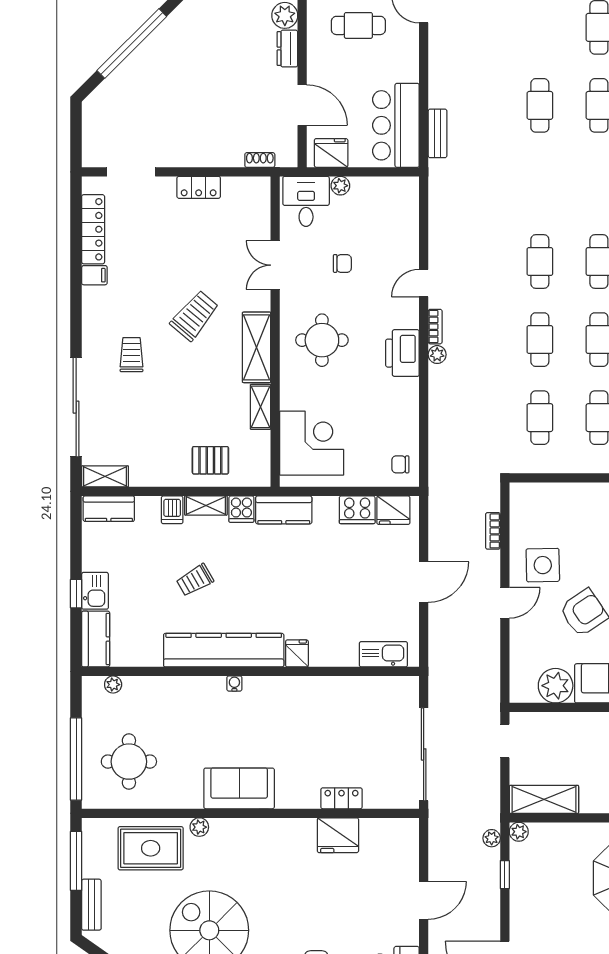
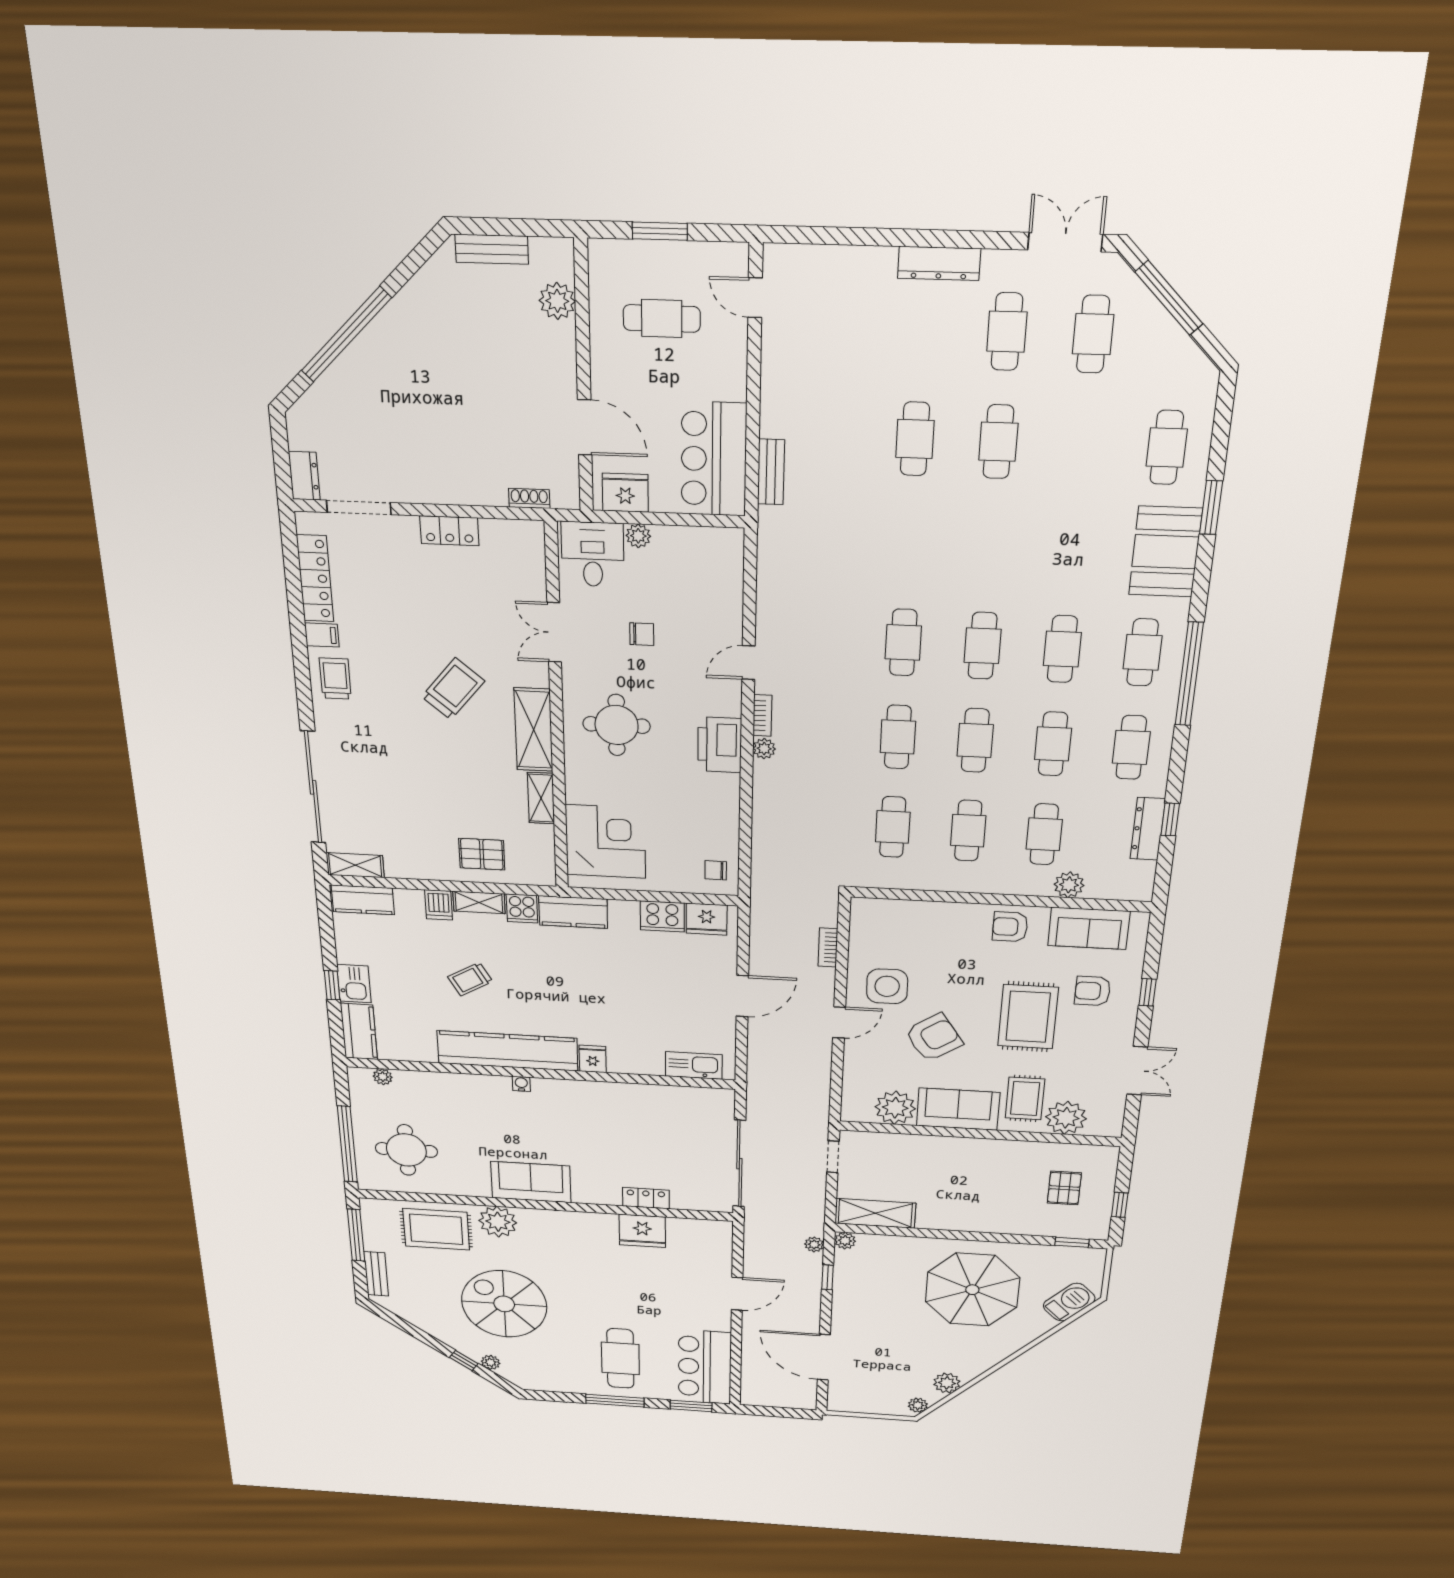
dresser: (287, 49) -> (304, 476), moved, turned 180
trolley: (132, 355) -> (335, 679), moved
plant: (199, 827) -> (498, 1222), width x1.87, depth x1.87

